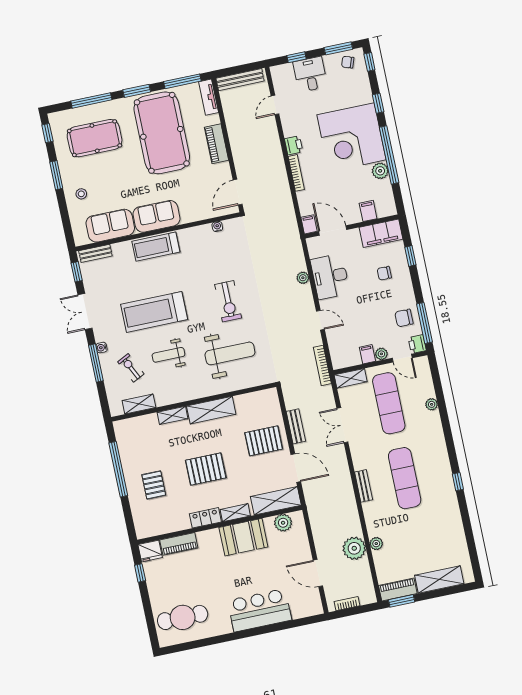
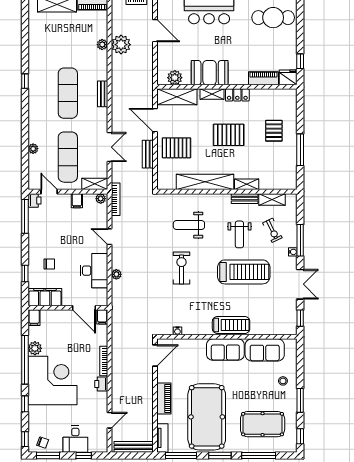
filing cabinet: (368, 211) -> (34, 318), moved
bench: (95, 253) -> (245, 199), moved
chair: (404, 318) -> (41, 224), removed
weight bench: (230, 353) -> (189, 225), width x0.73, depth x0.75
plant: (381, 354) -> (101, 199), moved
weight bench: (168, 355) -> (239, 234), turned 90
shelving: (211, 410) -> (205, 182), width x1.47
window: (118, 469) -> (300, 150), width x0.68

